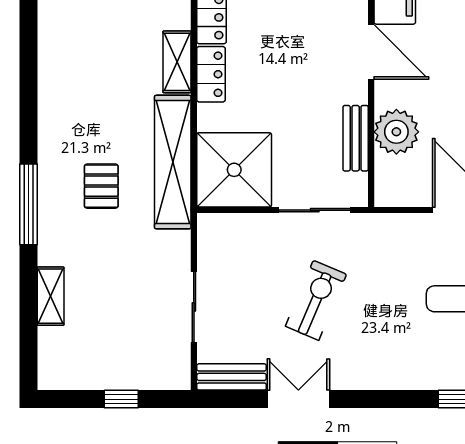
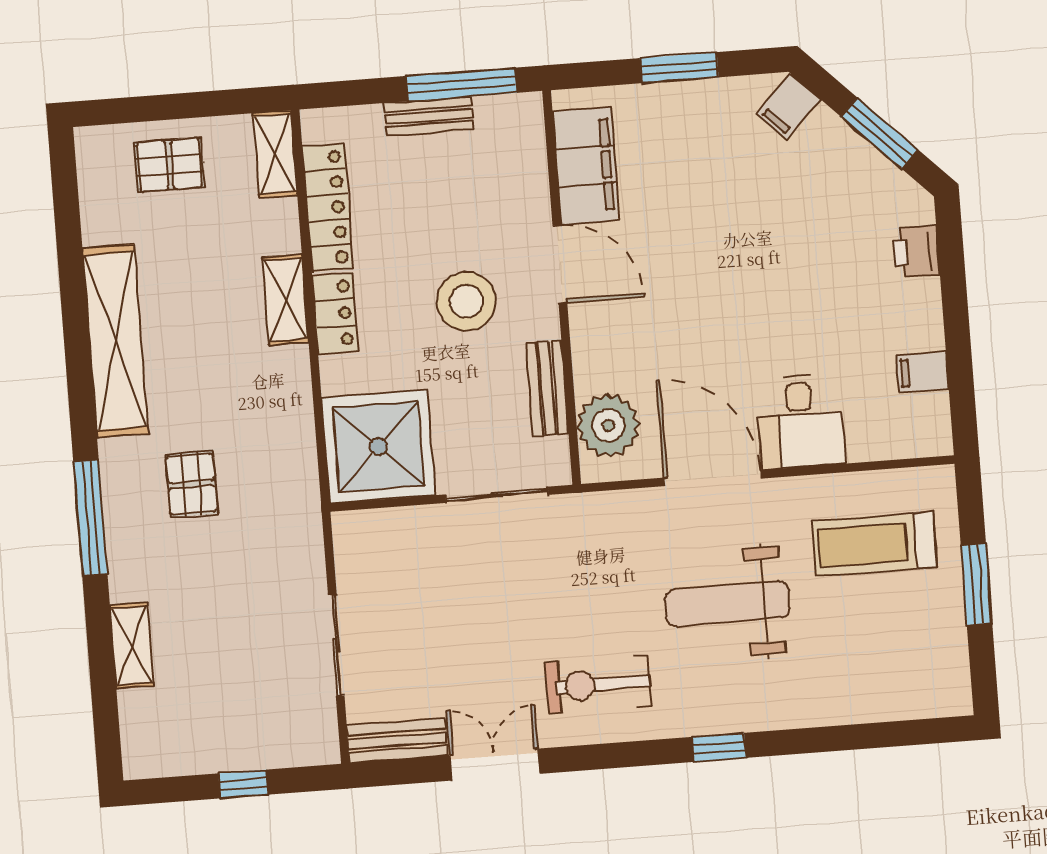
stool: (304, 73) -> (466, 301), added
plant: (396, 132) -> (608, 425), moved
shelving: (173, 162) -> (115, 341), moved
exercise bike: (316, 300) -> (598, 684), moved, turned -113

